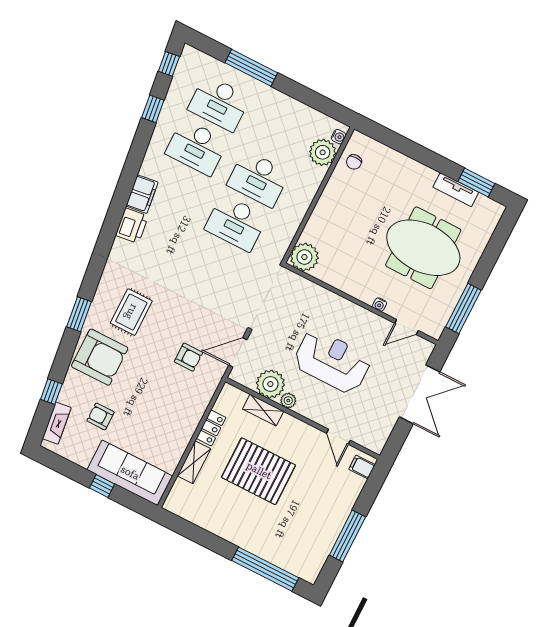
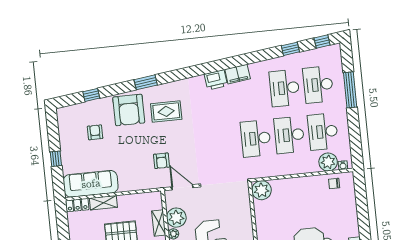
desk: (281, 135) -> (323, 132), added
fireplace: (57, 423) -> (75, 110), removed
locker: (211, 428) -> (77, 205), moved
sofa: (130, 473) -> (91, 184), moved, turned -90

